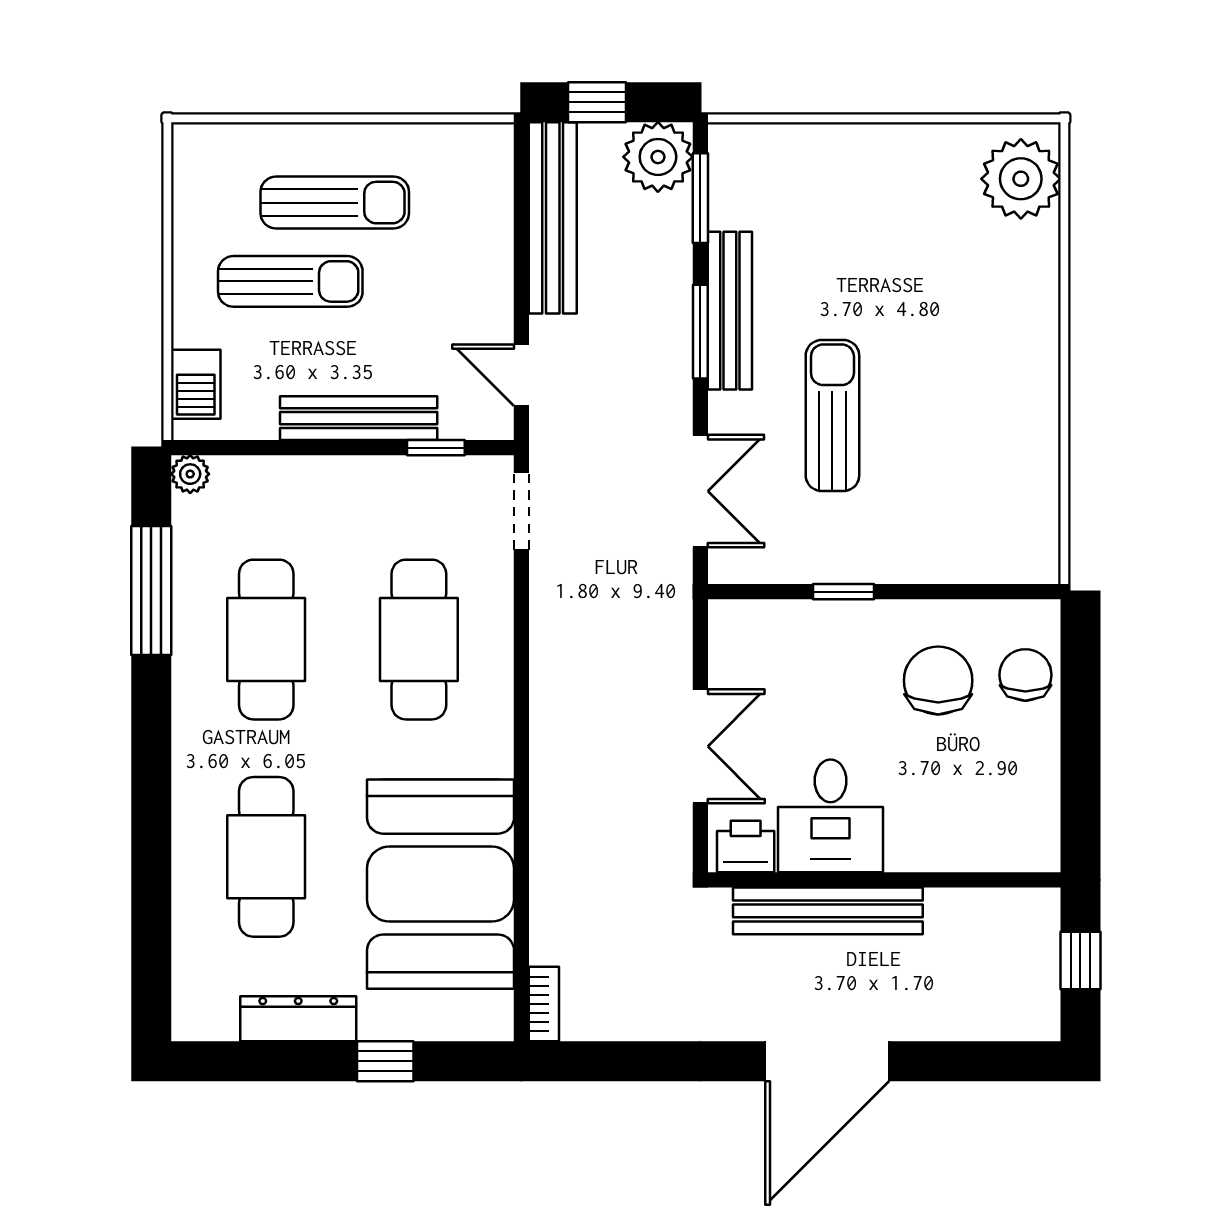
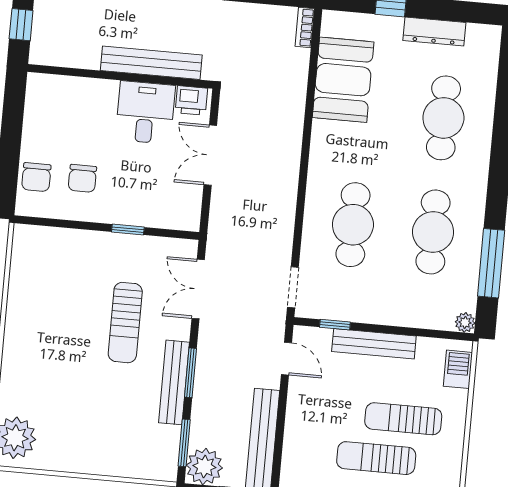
chair: (938, 681) -> (82, 178), width x0.73, depth x0.73
booth: (441, 884) -> (343, 80), width x0.73, depth x0.70

